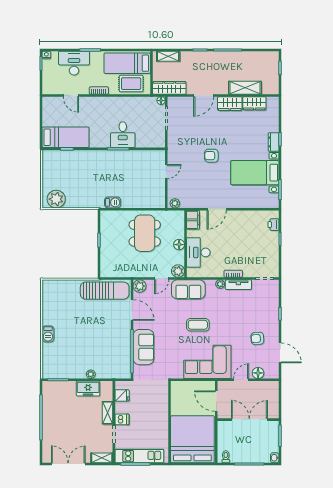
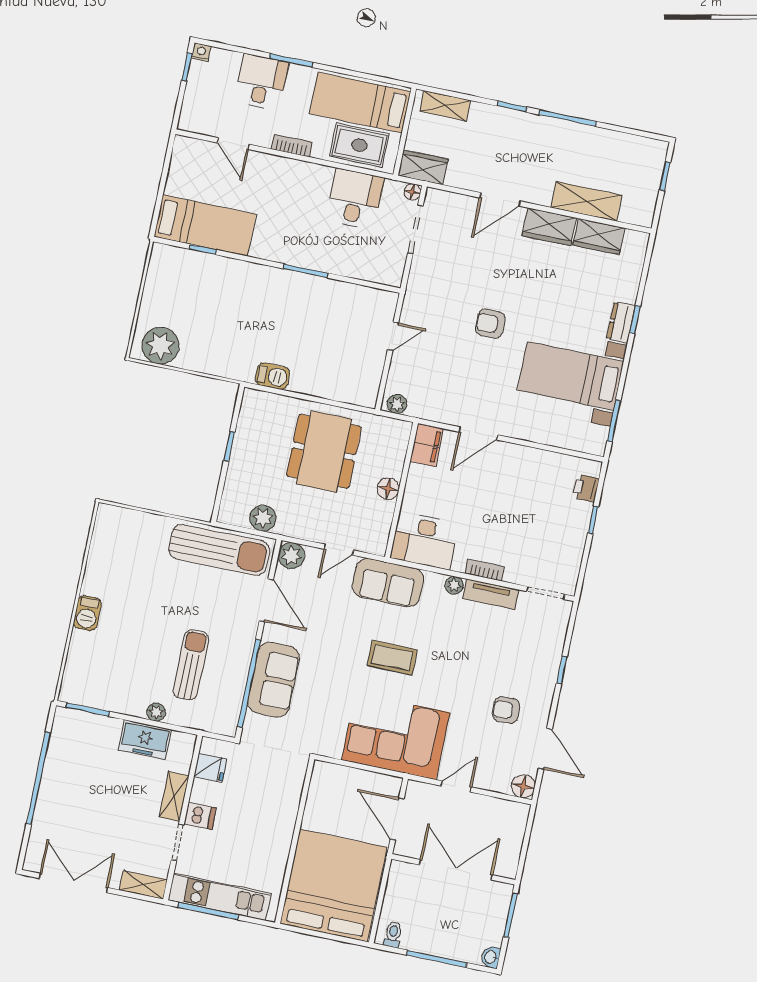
desk: (74, 63) -> (262, 82), width x0.73
wardrobe: (169, 88) -> (423, 167), width x0.67
desk: (123, 135) -> (355, 199), moved, turned 180
desk: (198, 252) -> (424, 541), moved, turned -90
plant: (178, 271) -> (263, 518), moved
sun lounger: (103, 348) -> (191, 665), added
floor lamp: (258, 373) -> (523, 786), moved

